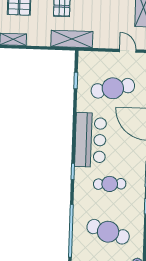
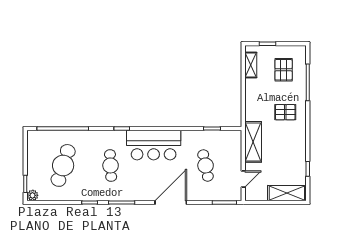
shelving: (72, 39) -> (253, 142), moved
cafe table: (113, 88) -> (206, 165), width x0.73, depth x0.74

